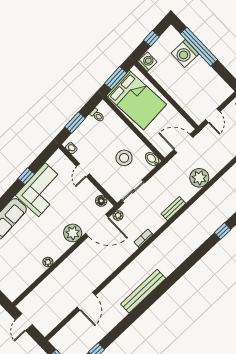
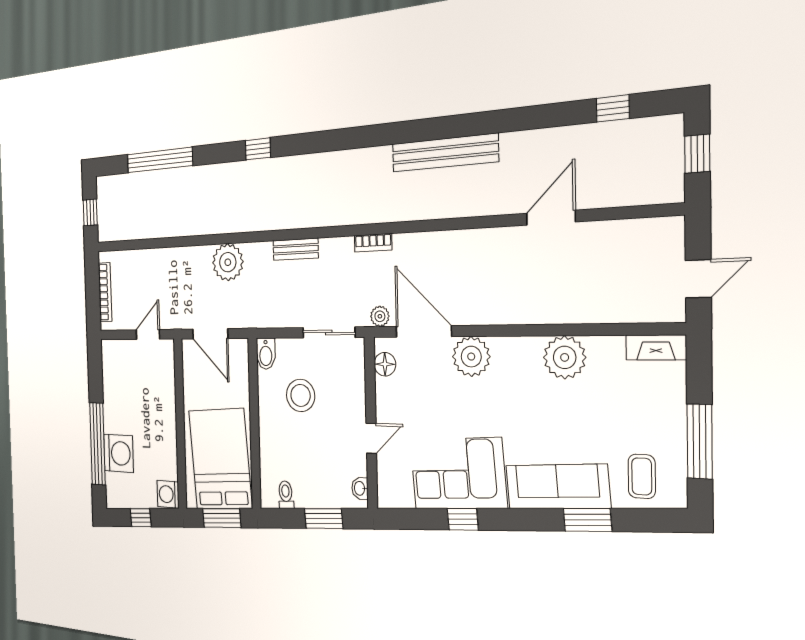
plant: (48, 262) -> (565, 357), width x1.87, depth x1.87
fireplace: (17, 291) -> (656, 347), added

